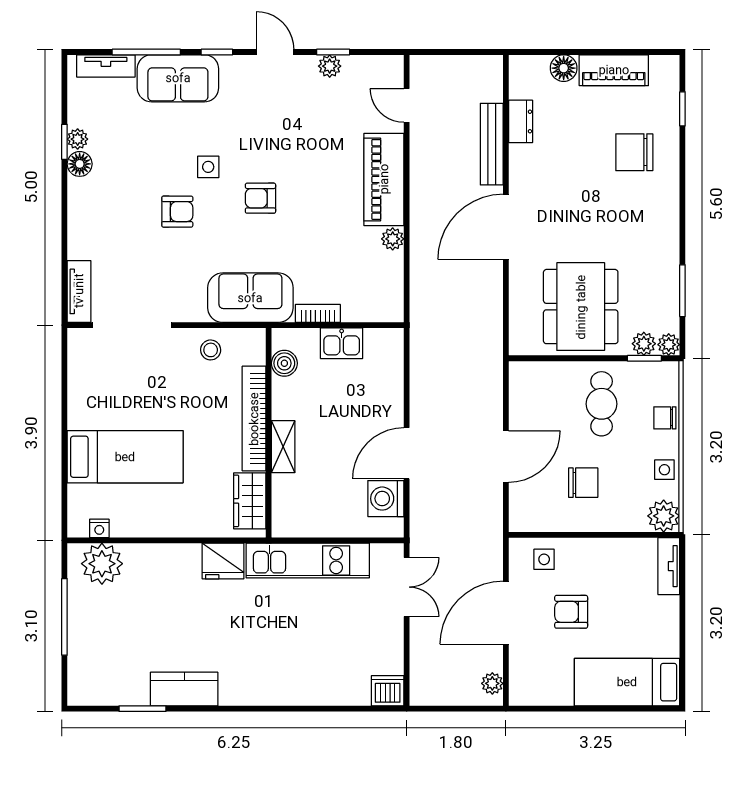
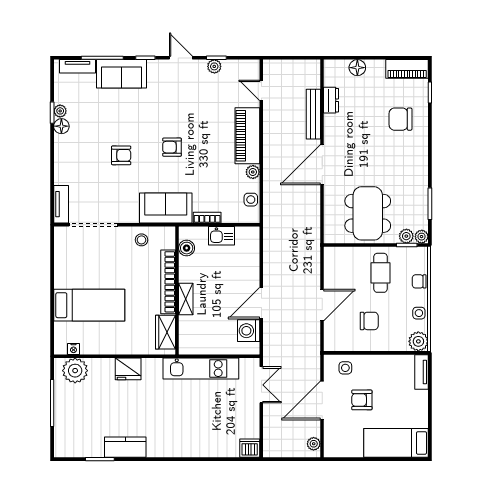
piano: (614, 70) -> (407, 69), moved
side table: (208, 167) -> (251, 200), moved
fridge: (223, 561) -> (128, 369), moved

